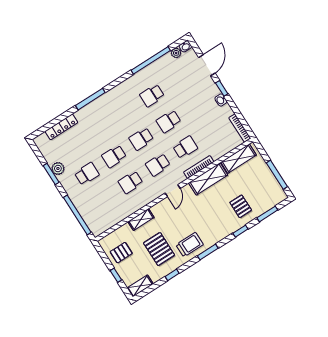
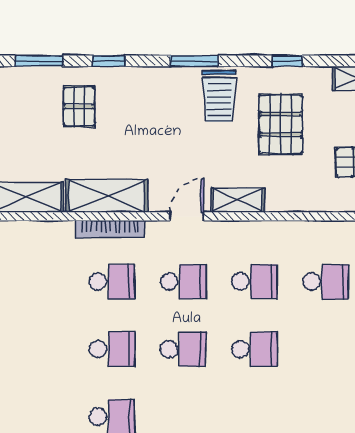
school desk: (185, 147) -> (112, 282), turned 180
school desk: (87, 174) -> (326, 282), moved, turned 180
shelving: (141, 220) -> (238, 200), moved
trolley: (190, 245) -> (219, 96), turned -90

